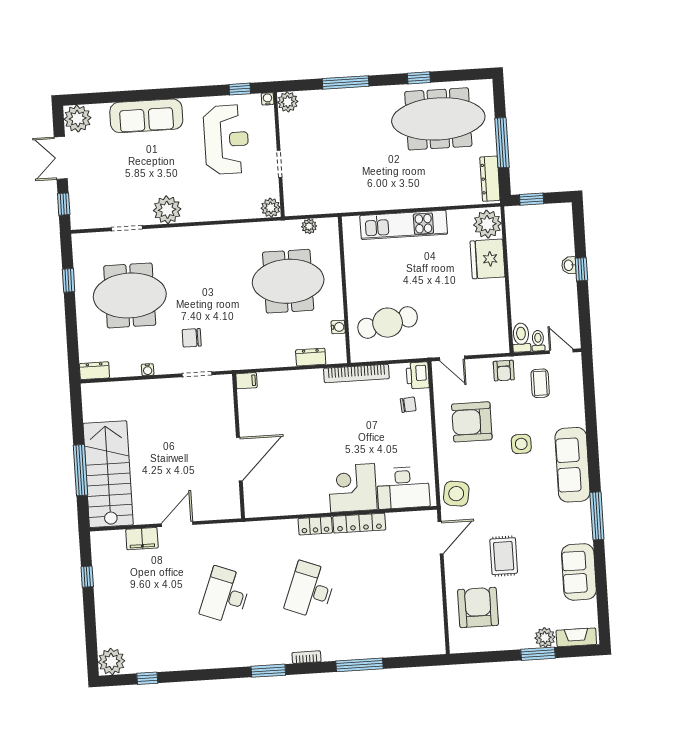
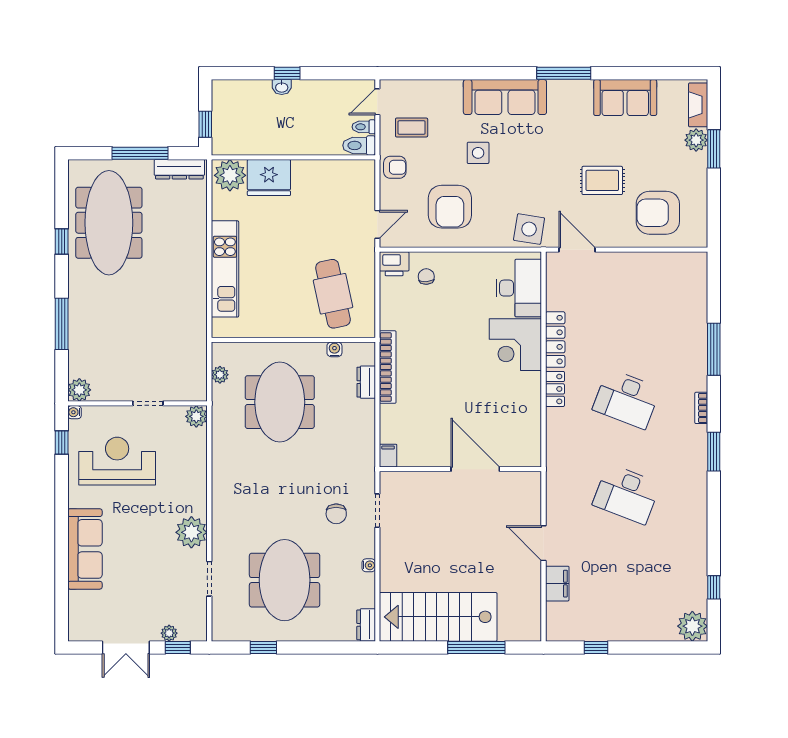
plant: (78, 119) -> (169, 633), moved, width x0.53, depth x0.53
bookcase: (356, 373) -> (388, 367), moved
stairs: (108, 474) -> (438, 617), moved

